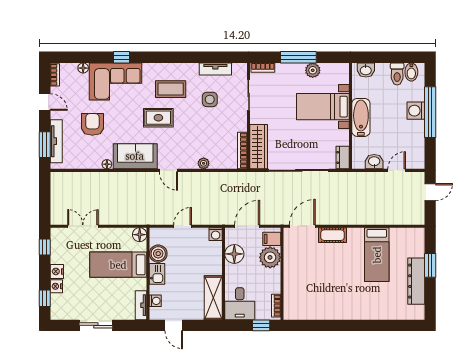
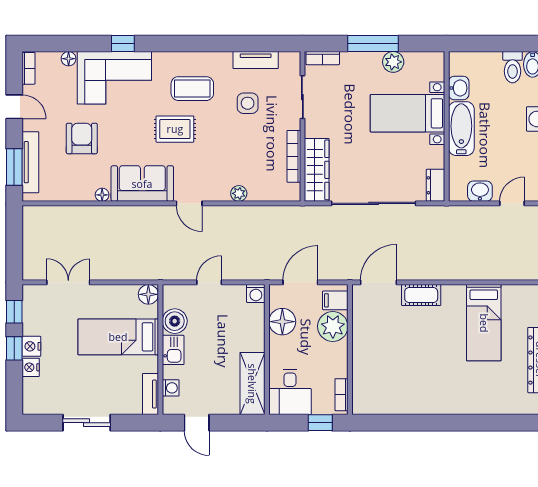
washbasin: (366, 70) -> (459, 88), moved, turned -90
bookcase: (242, 151) -> (294, 156), moved
window: (45, 298) -> (14, 348), moved

